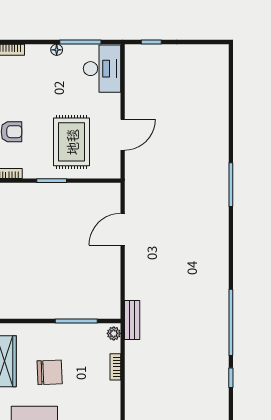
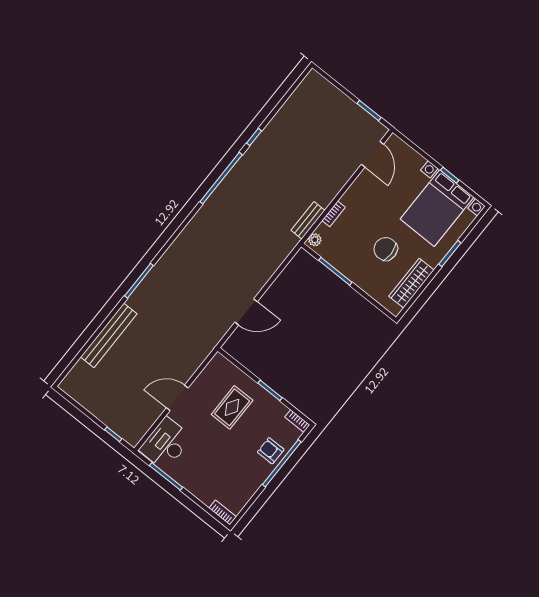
floor lamp: (57, 50) -> (188, 485), removed
bench: (220, 120) -> (109, 335), added
door: (123, 135) -> (177, 398), moved
rug: (72, 142) -> (232, 407), width x0.73, depth x0.70
bench: (132, 320) -> (308, 220), moved

